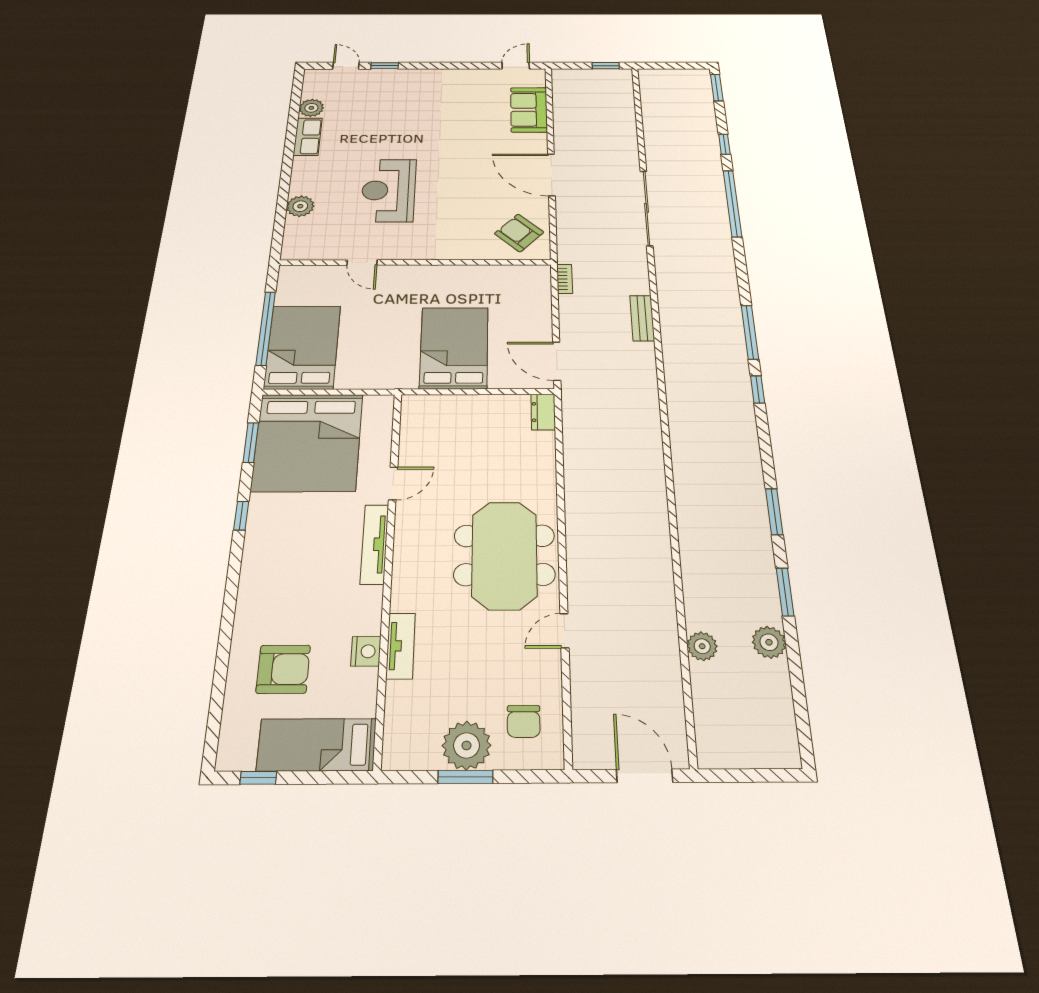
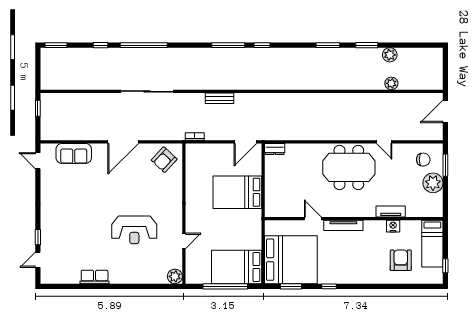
plant: (311, 108) -> (72, 277), removed
plant: (300, 206) -> (175, 276), moved
window: (465, 777) -> (445, 165), moved

